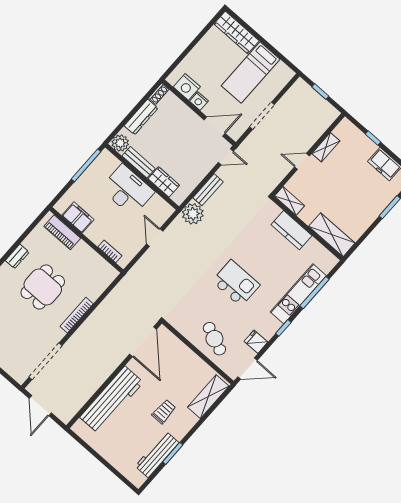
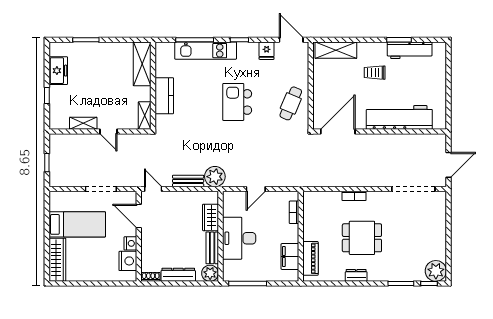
bookcase: (77, 315) -> (354, 196), width x0.64
cafe table: (214, 339) -> (291, 103), moved

